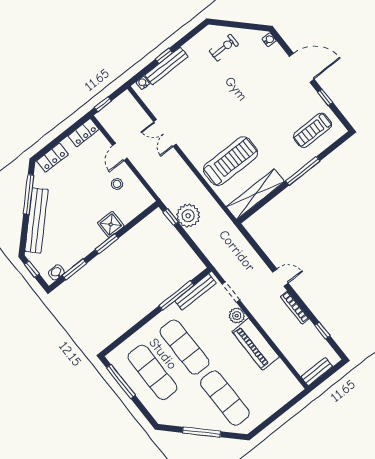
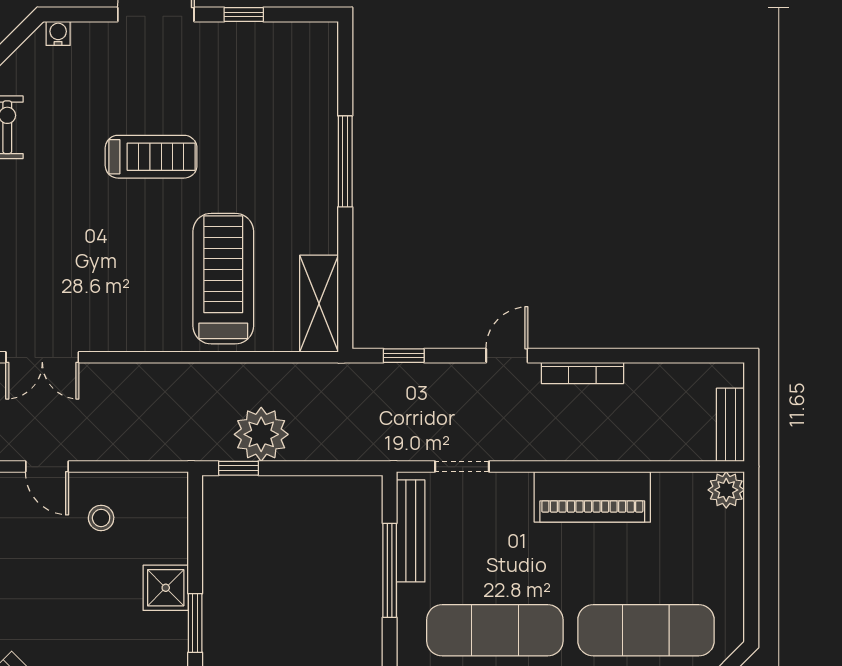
treadmill: (313, 130) -> (151, 157), moved, turned -90
double door: (165, 133) -> (42, 357), moved
shelving: (255, 194) -> (319, 304), width x0.68
plant: (237, 316) -> (726, 490), moved
window: (322, 331) -> (404, 356), moved

